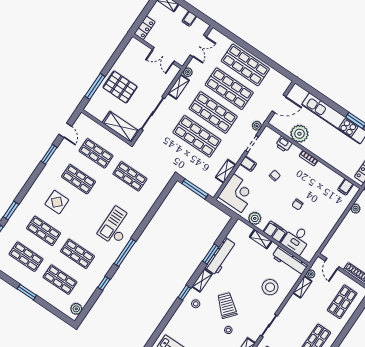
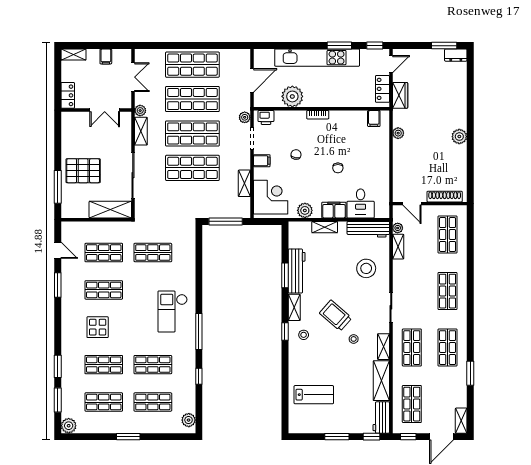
printer: (284, 144) -> (266, 117), moved

